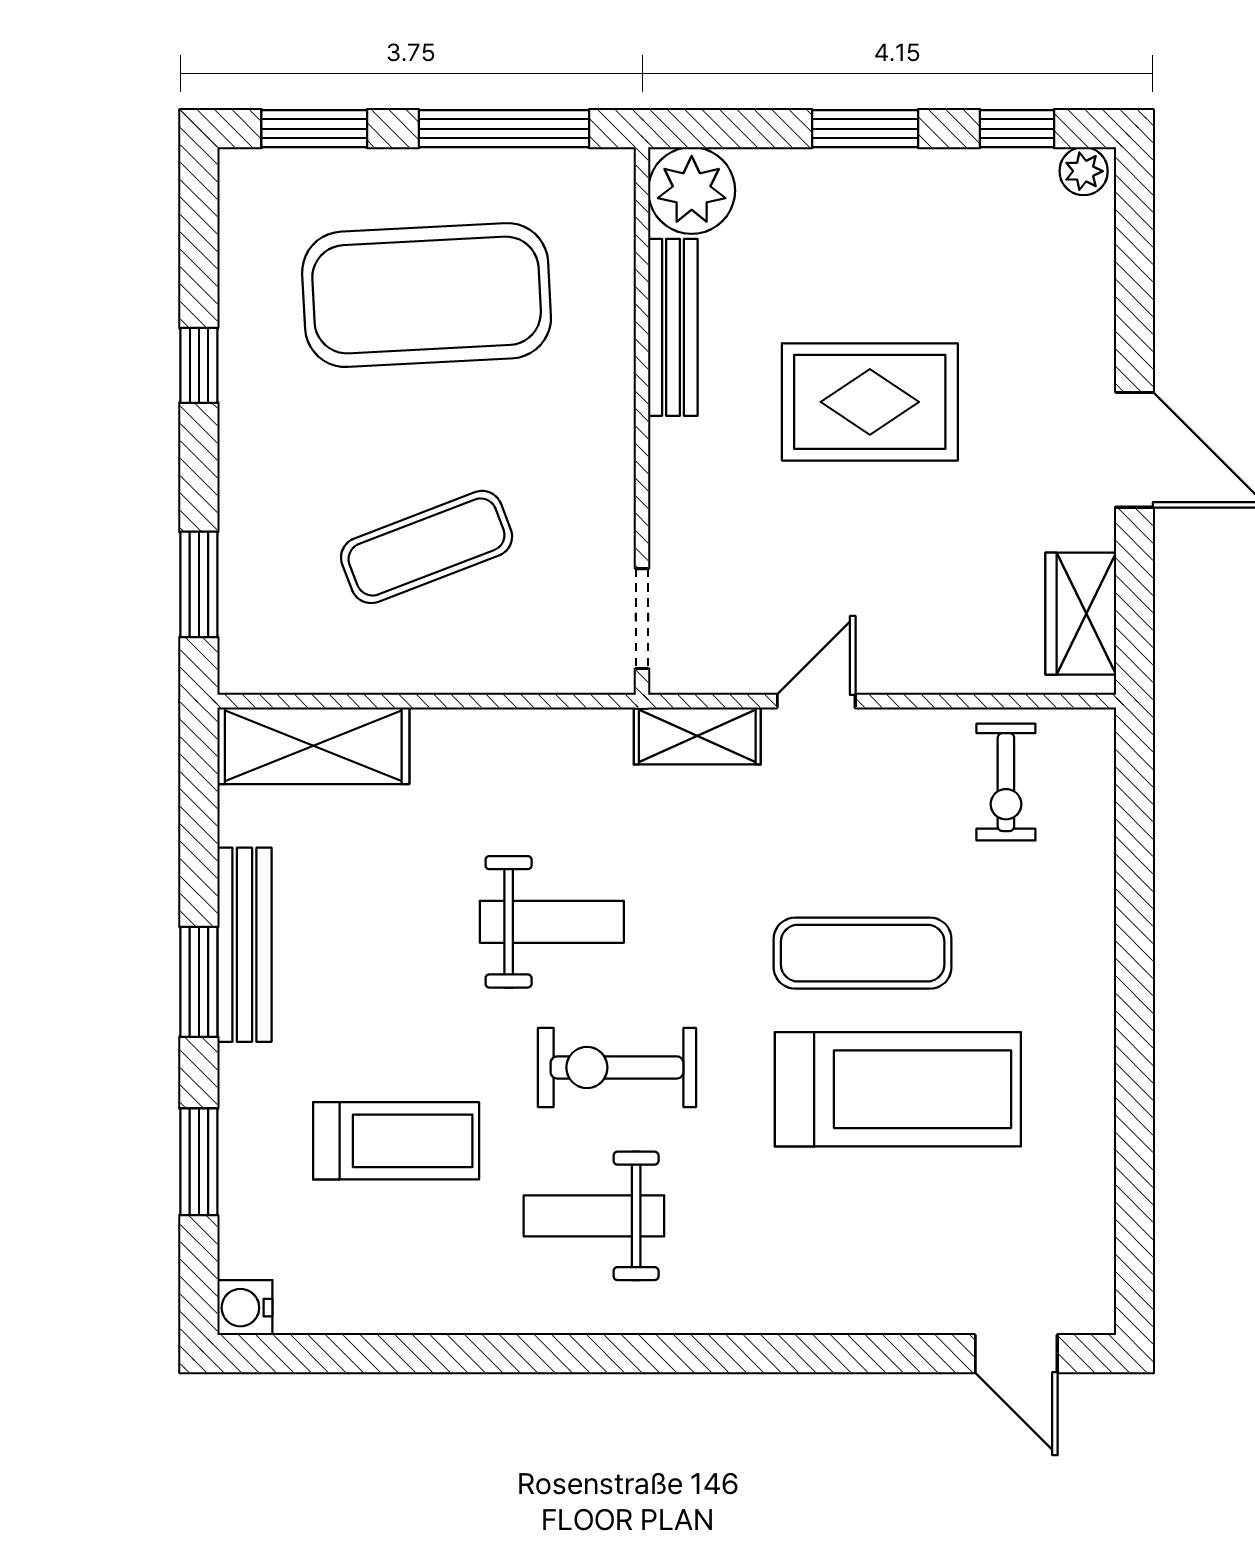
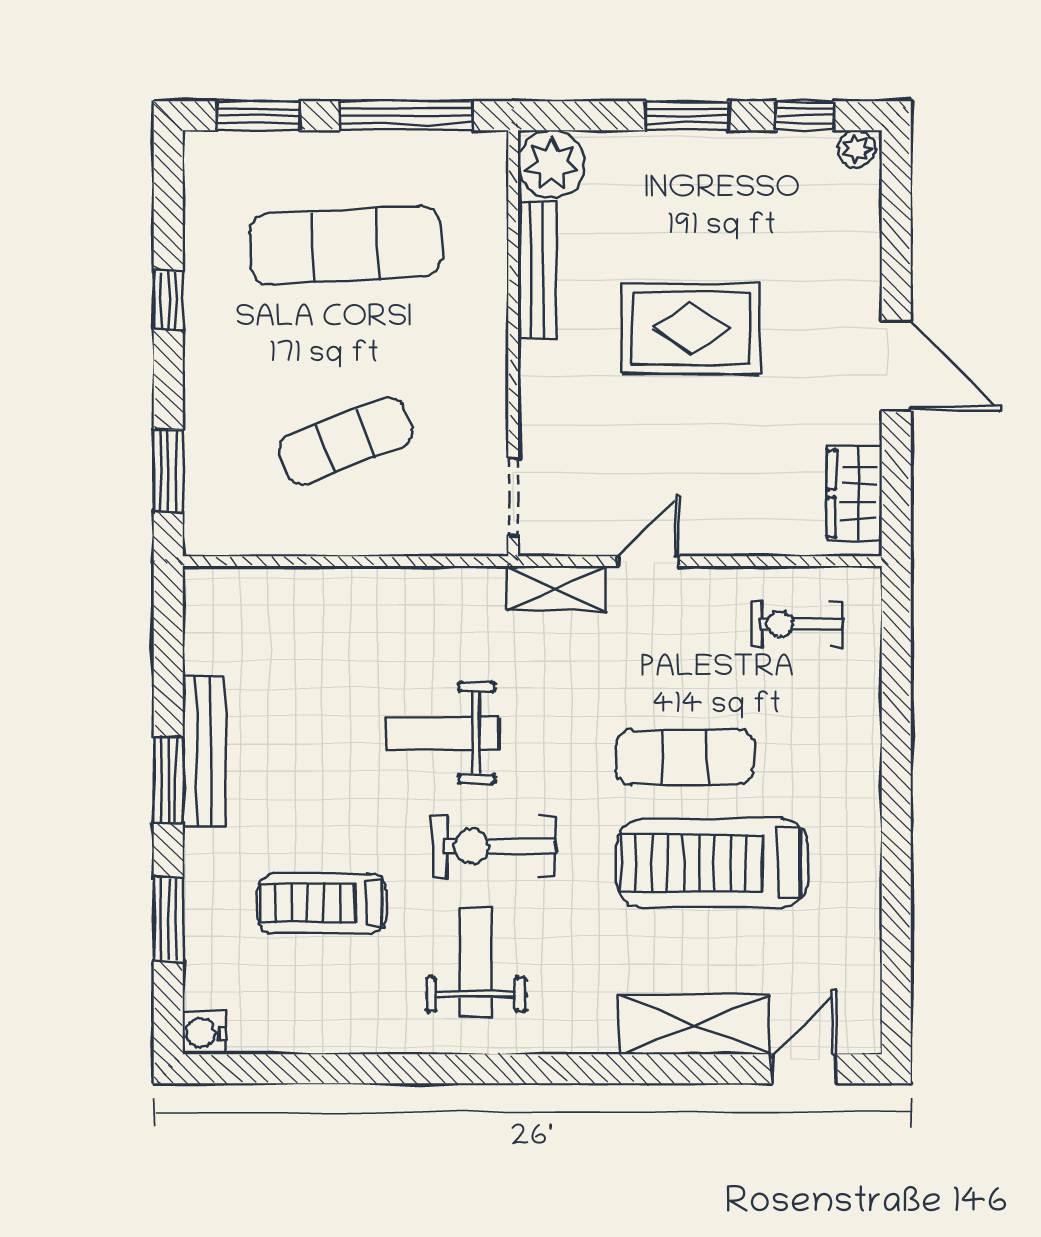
exercise mat: (427, 295) -> (346, 245), width x0.68
shelving: (313, 746) -> (695, 1025), moved
exercise bike: (1006, 782) -> (796, 624), turned 90
weight bench: (552, 922) -> (443, 733), turned 180
treadmill: (898, 1089) -> (712, 863), turned 180
treadmill: (396, 1141) -> (322, 903), turned 180
weight bench: (594, 1216) -> (476, 962), turned 90
door: (1016, 1354) -> (804, 1069), swing flipped

